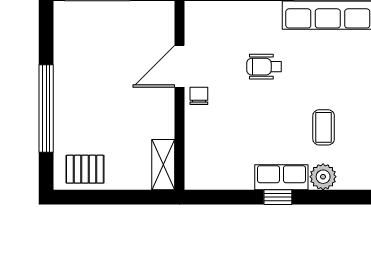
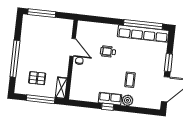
door: (180, 66) -> (73, 47), swing flipped
pallet: (85, 169) -> (37, 78), moved
window: (117, 197) -> (41, 99), added

